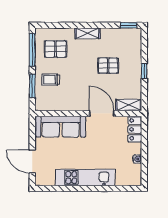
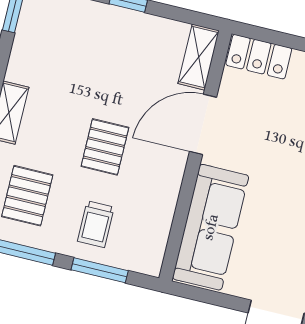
pallet: (108, 66) -> (105, 147), moved

